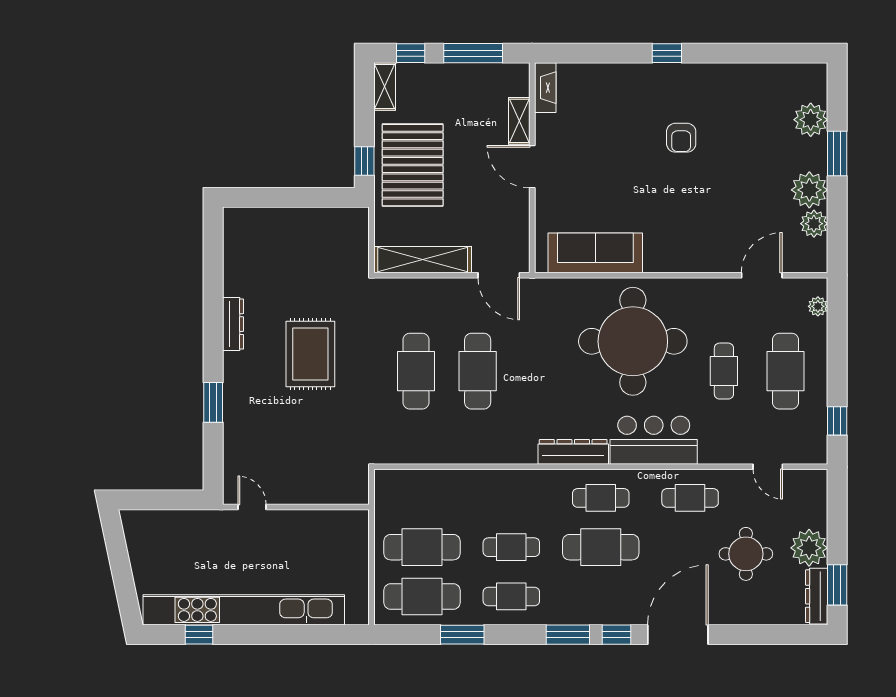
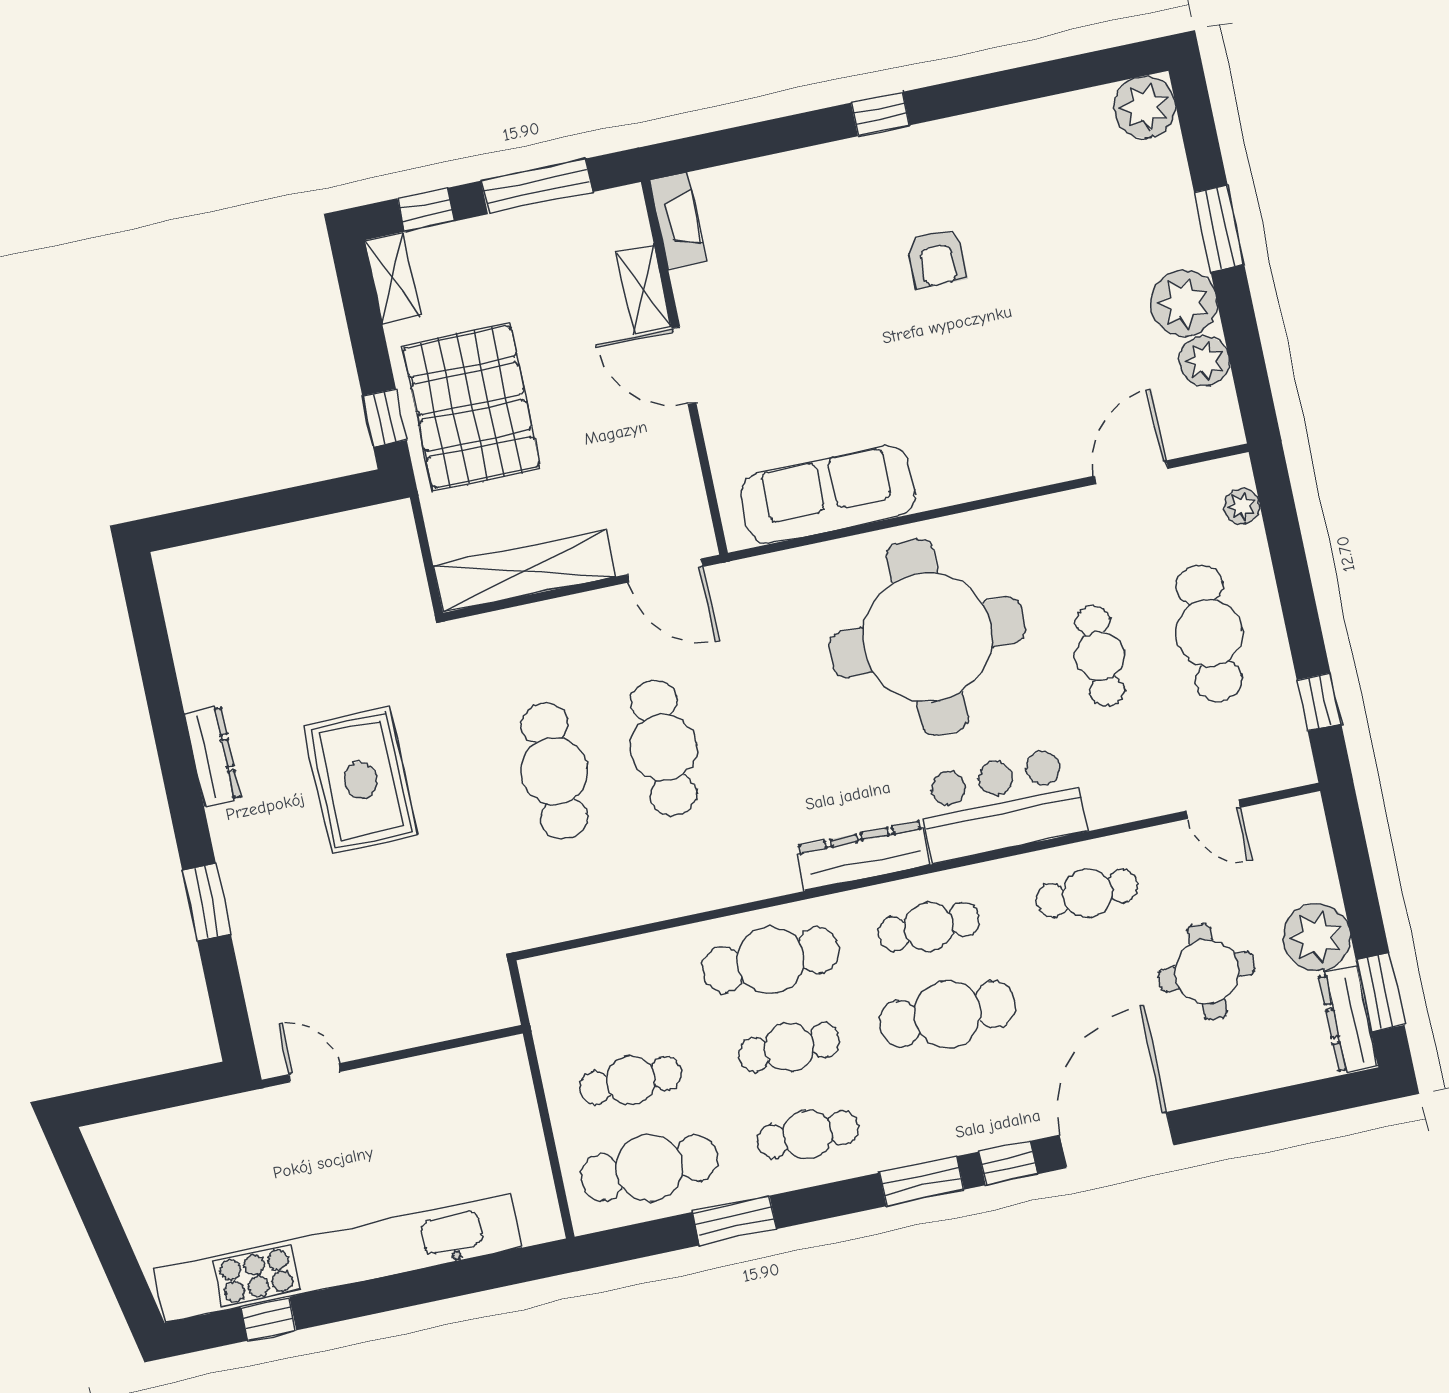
plant: (811, 120) -> (1145, 107), moved
cafe table: (511, 498) -> (771, 960), added
cafe table: (422, 547) -> (631, 1081), width x0.73, depth x0.74

